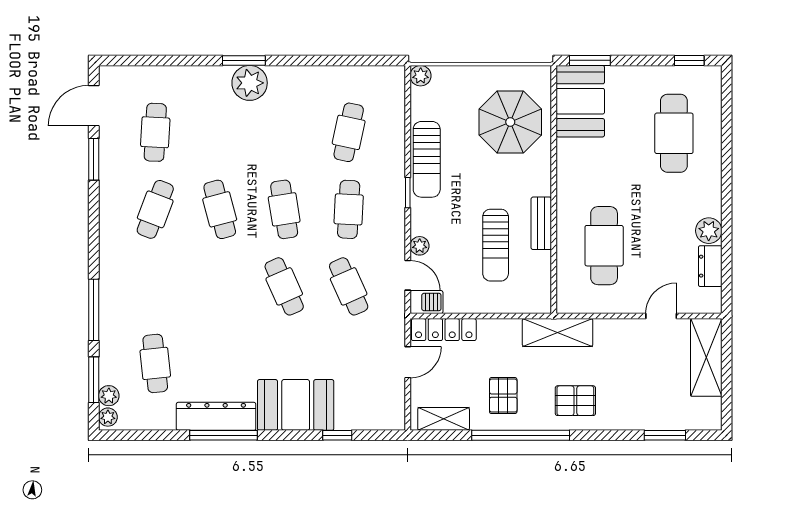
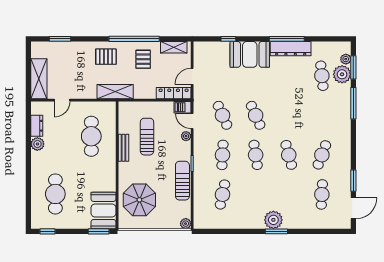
plant: (108, 417) -> (342, 74), moved, width x1.88, depth x1.88

